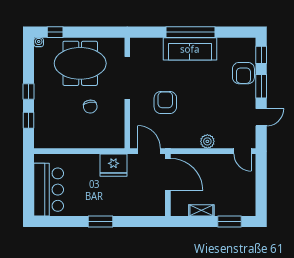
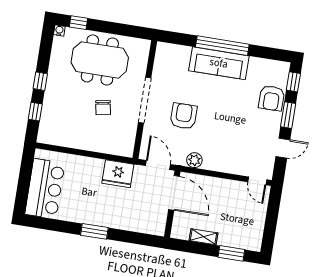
doorway: (127, 78) -> (145, 100), moved
plant: (207, 141) -> (194, 160), moved

